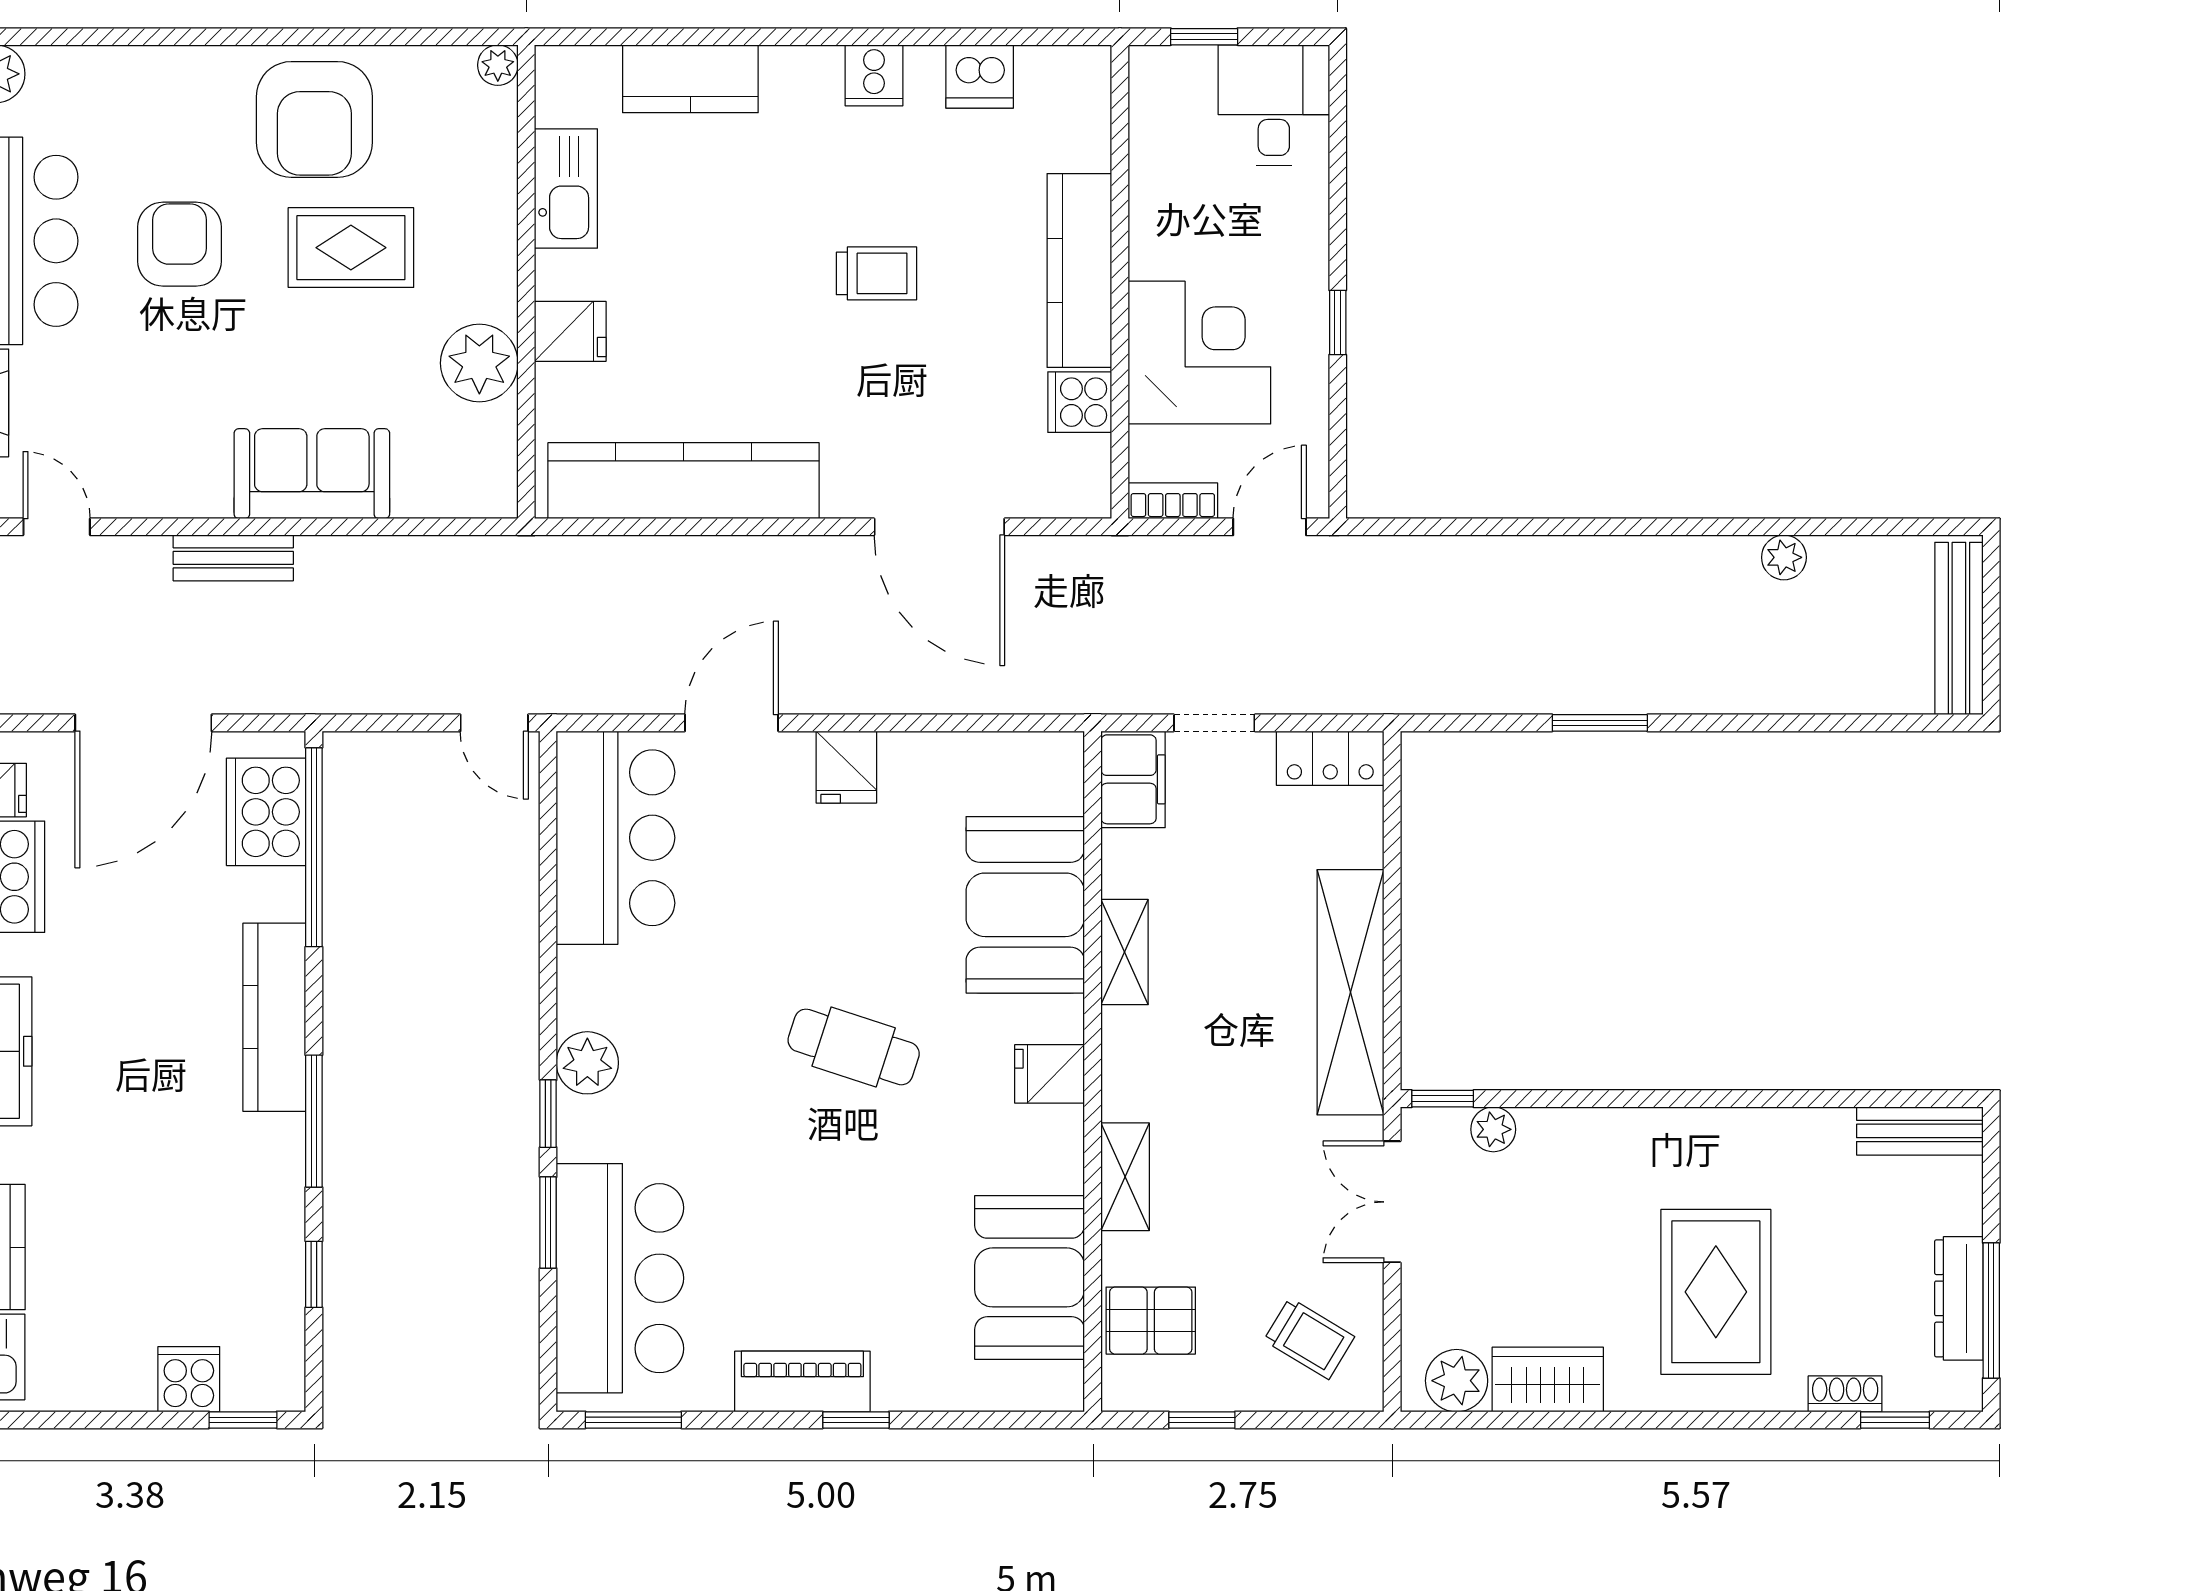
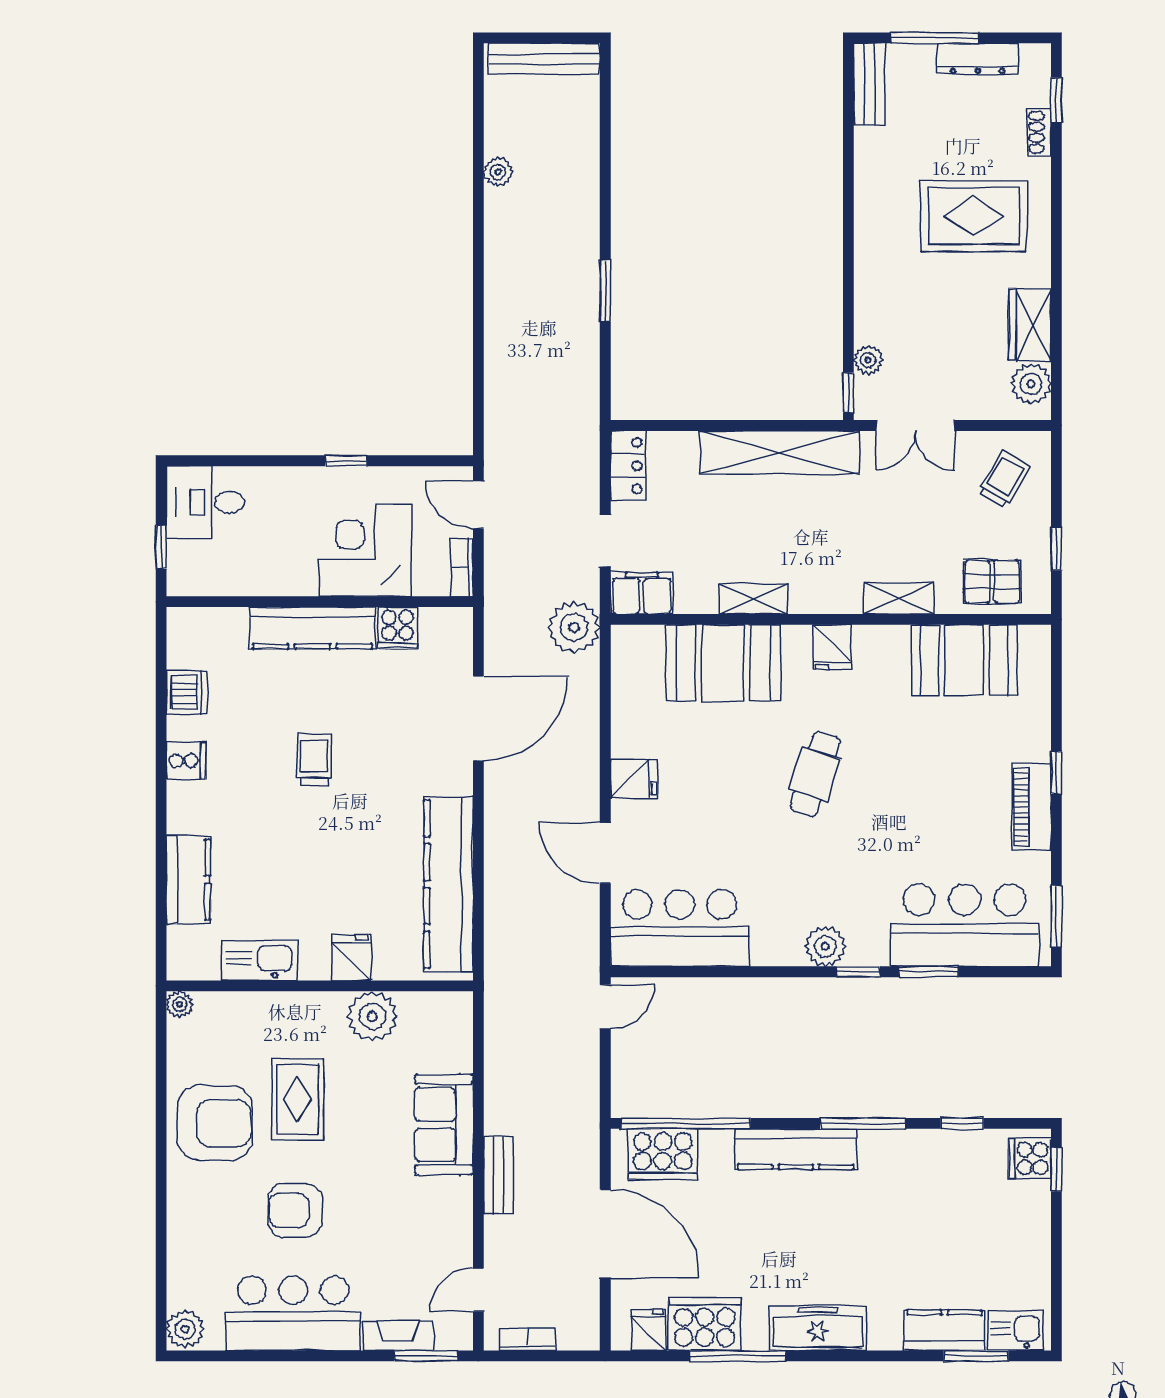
plant: (1080, 675) -> (574, 627), added
window: (1991, 1311) -> (935, 38), moved
pallet: (1151, 1321) -> (992, 582), turned 90
cooker: (189, 1379) -> (1030, 1159), moved

